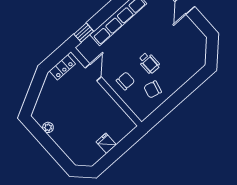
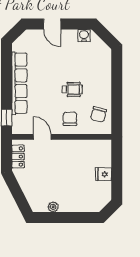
water cooler: (197, 36) -> (84, 36), added
chair: (153, 89) -> (99, 114), moved

